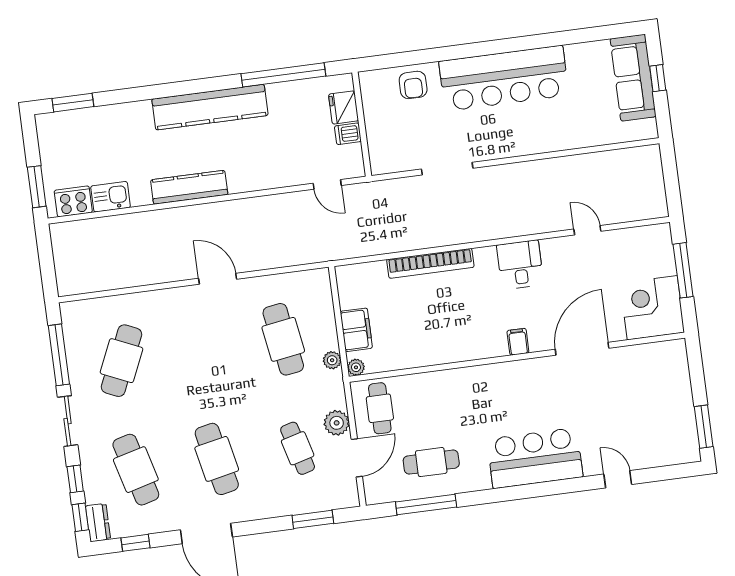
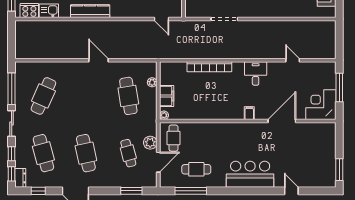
plant: (332, 360) -> (152, 82), moved

